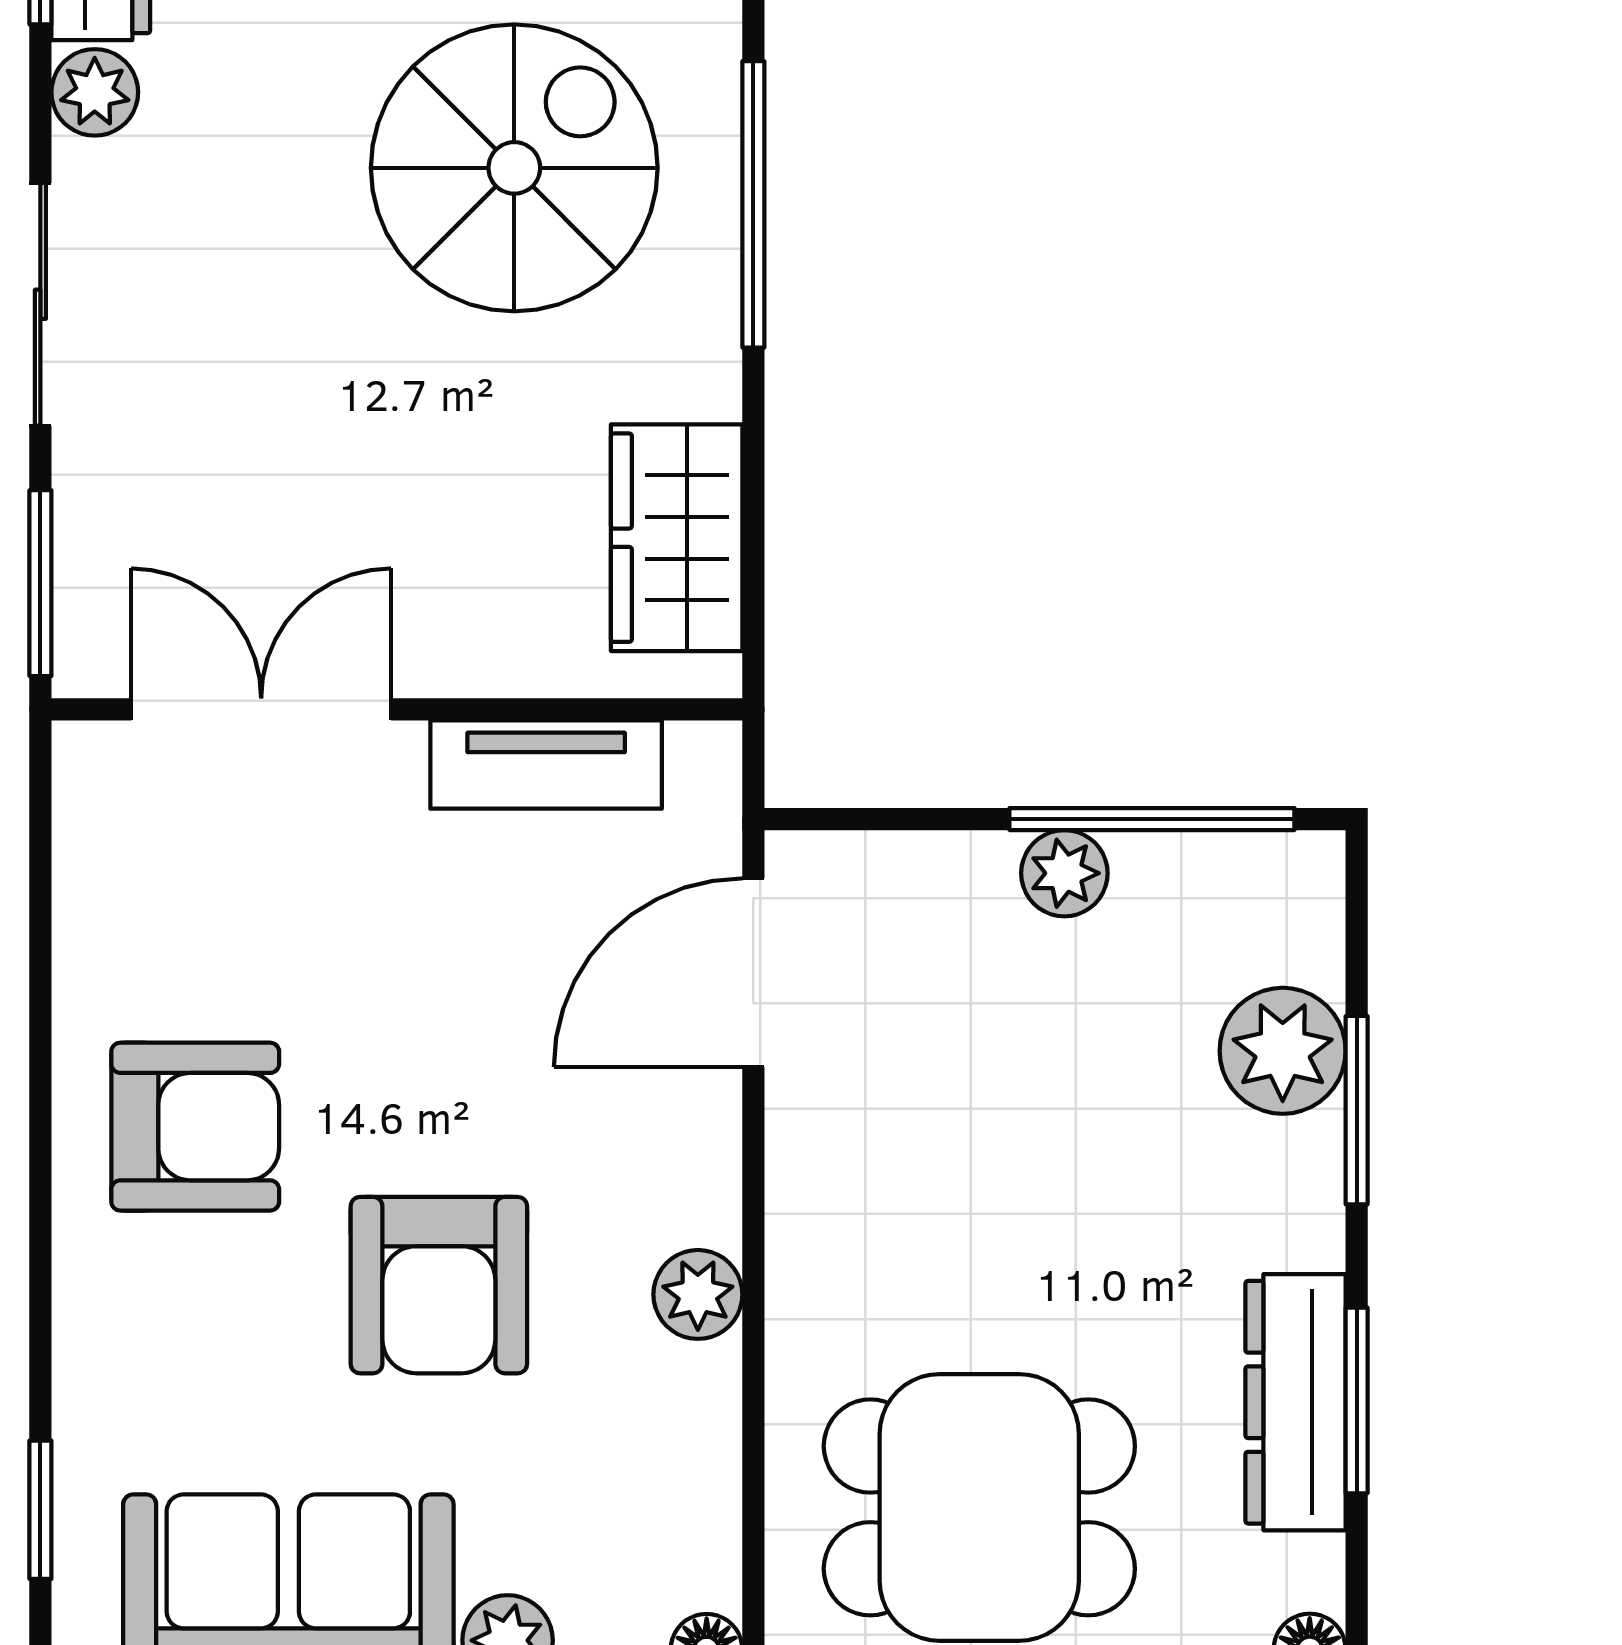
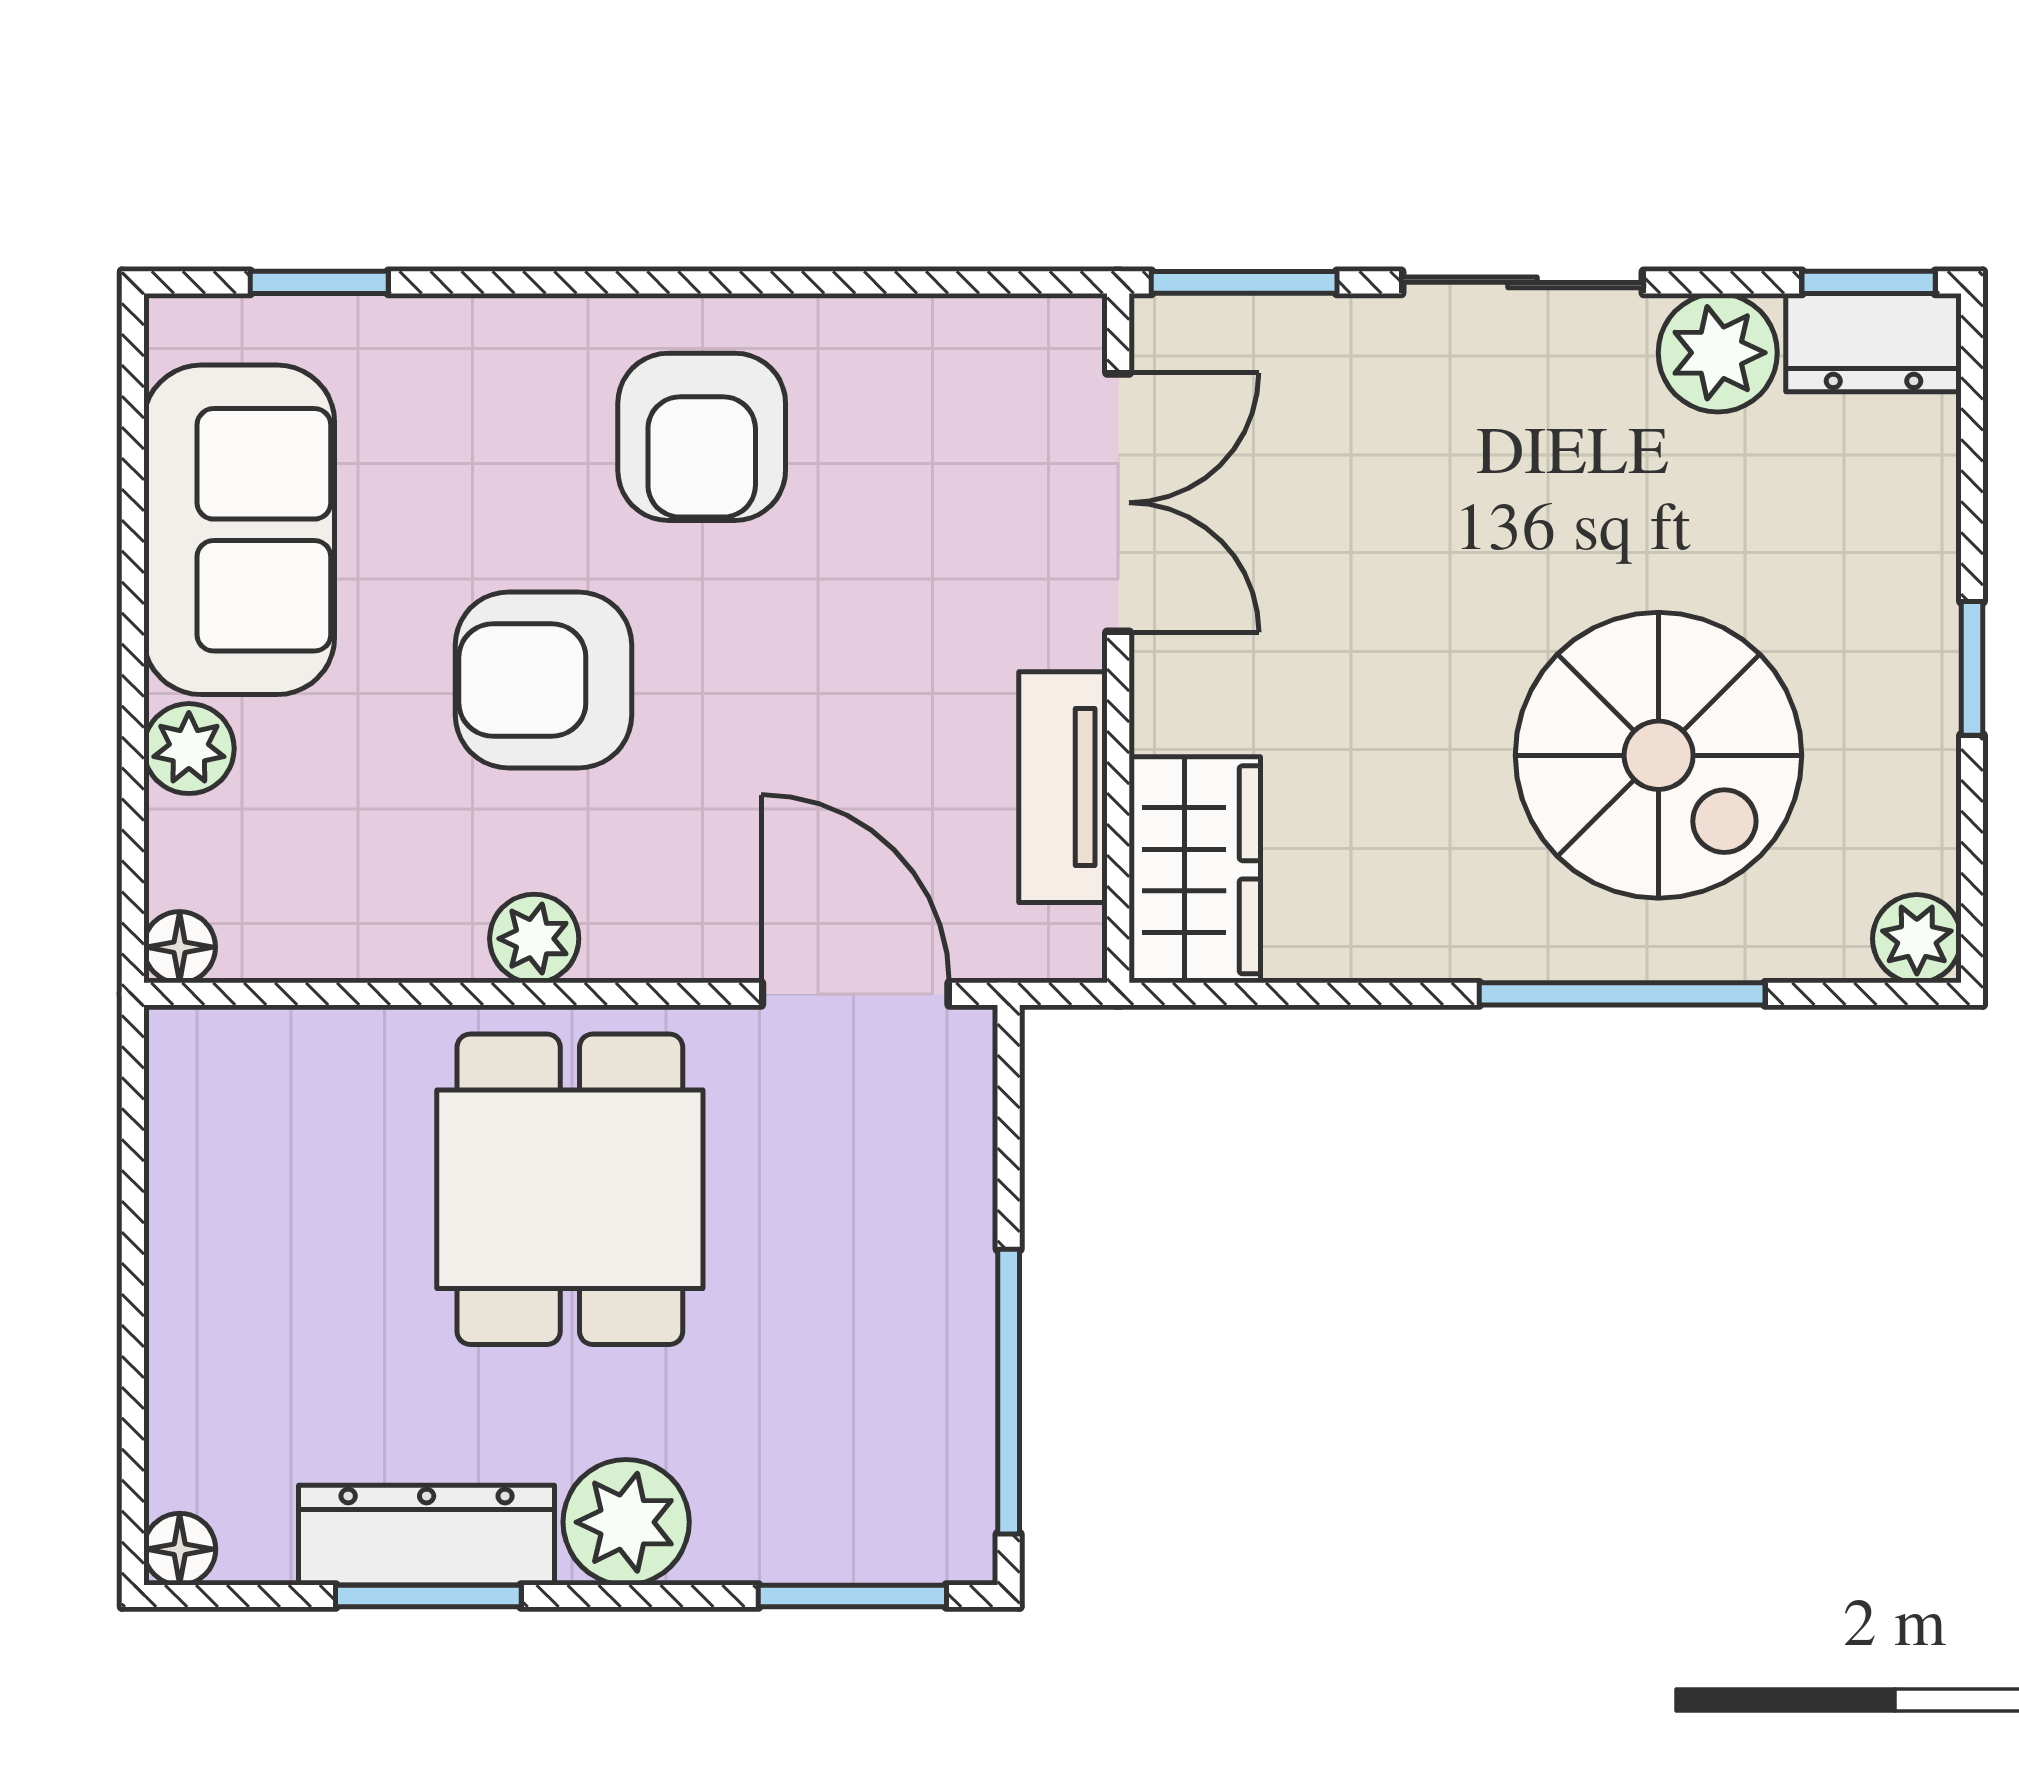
plant: (95, 92) -> (1718, 353), width x1.38, depth x1.38
wardrobe: (677, 538) -> (1195, 870), moved, turned 90
plant: (1064, 873) -> (955, 1304), removed
plant: (1283, 1051) -> (626, 1522), moved
window: (1357, 1110) -> (852, 1596), moved
dining table: (979, 1507) -> (570, 1189), moved

